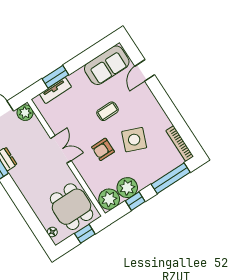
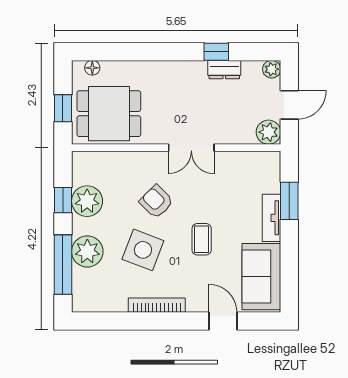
tv unit: (55, 91) -> (272, 218), moved
bookcase: (180, 144) -> (157, 305), moved
armchair: (103, 149) -> (156, 202), turned -45
plant: (109, 199) -> (87, 251), moved

